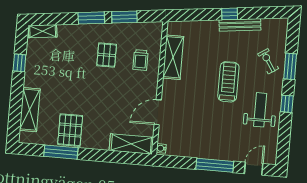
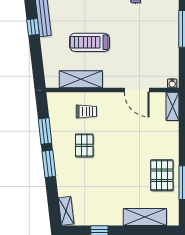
pallet: (107, 55) -> (84, 145), turned 90
treadmill: (228, 82) -> (90, 42), moved
pallet: (70, 130) -> (162, 175), turned 90
shelving: (131, 144) -> (172, 106), width x0.67, depth x0.75

